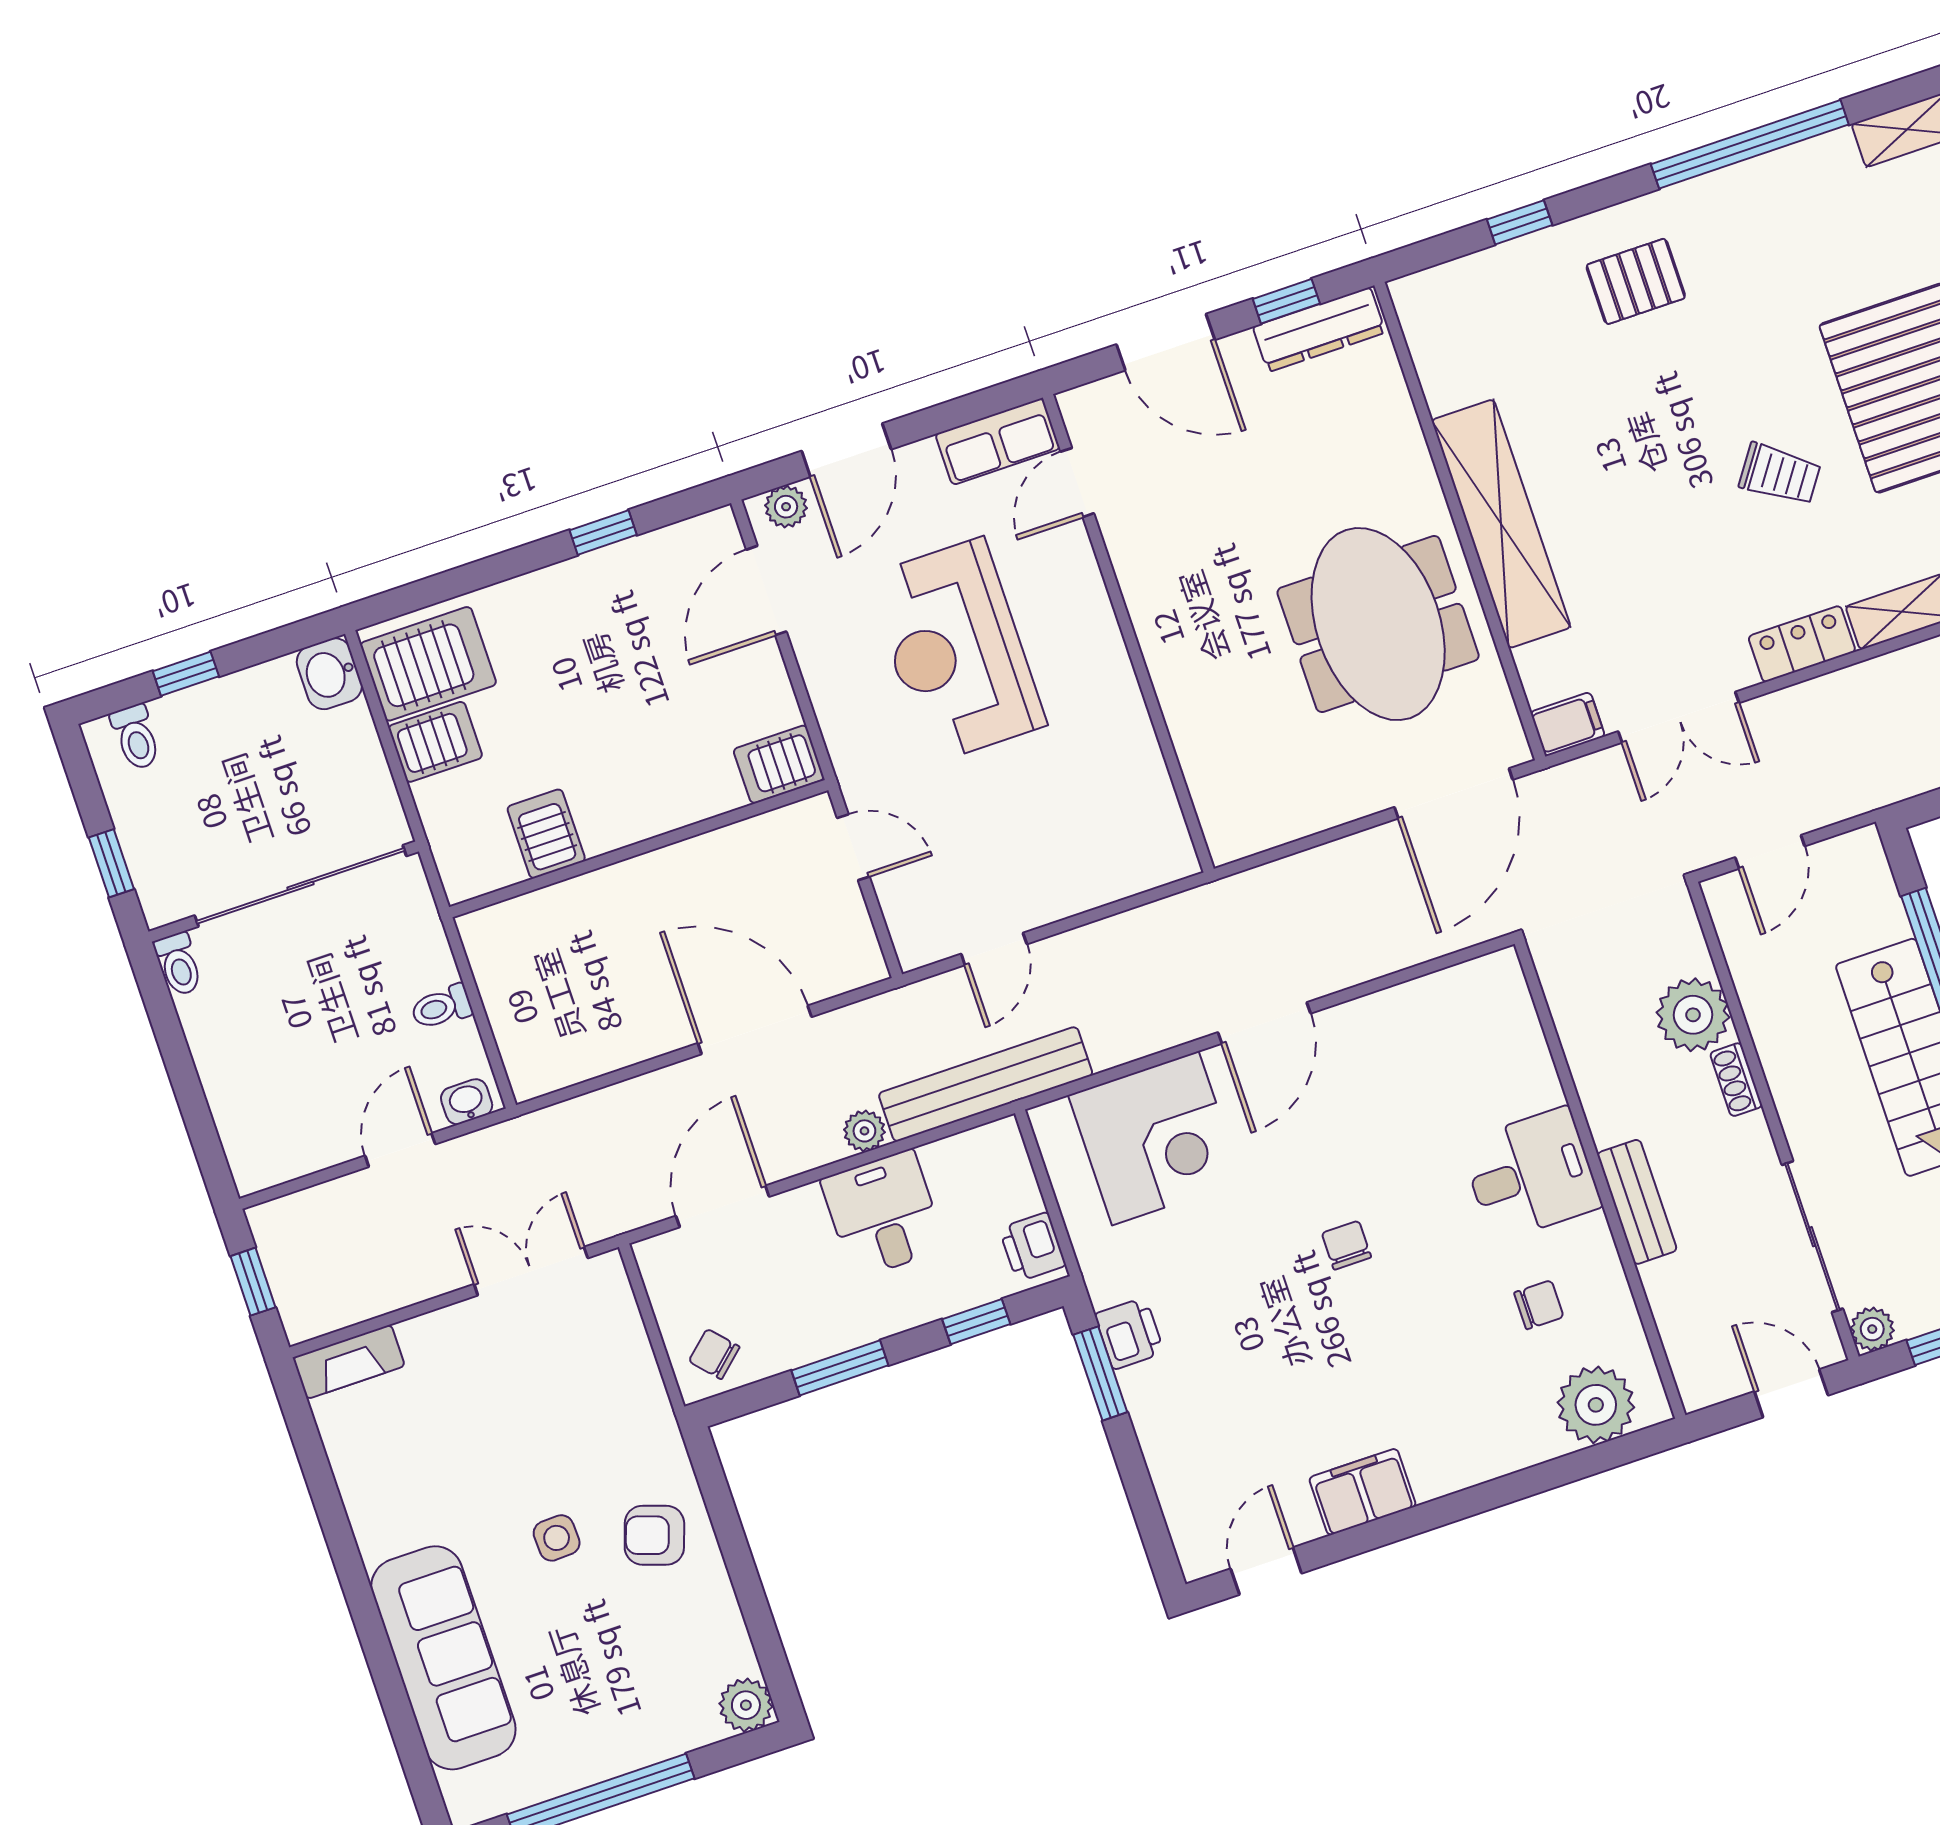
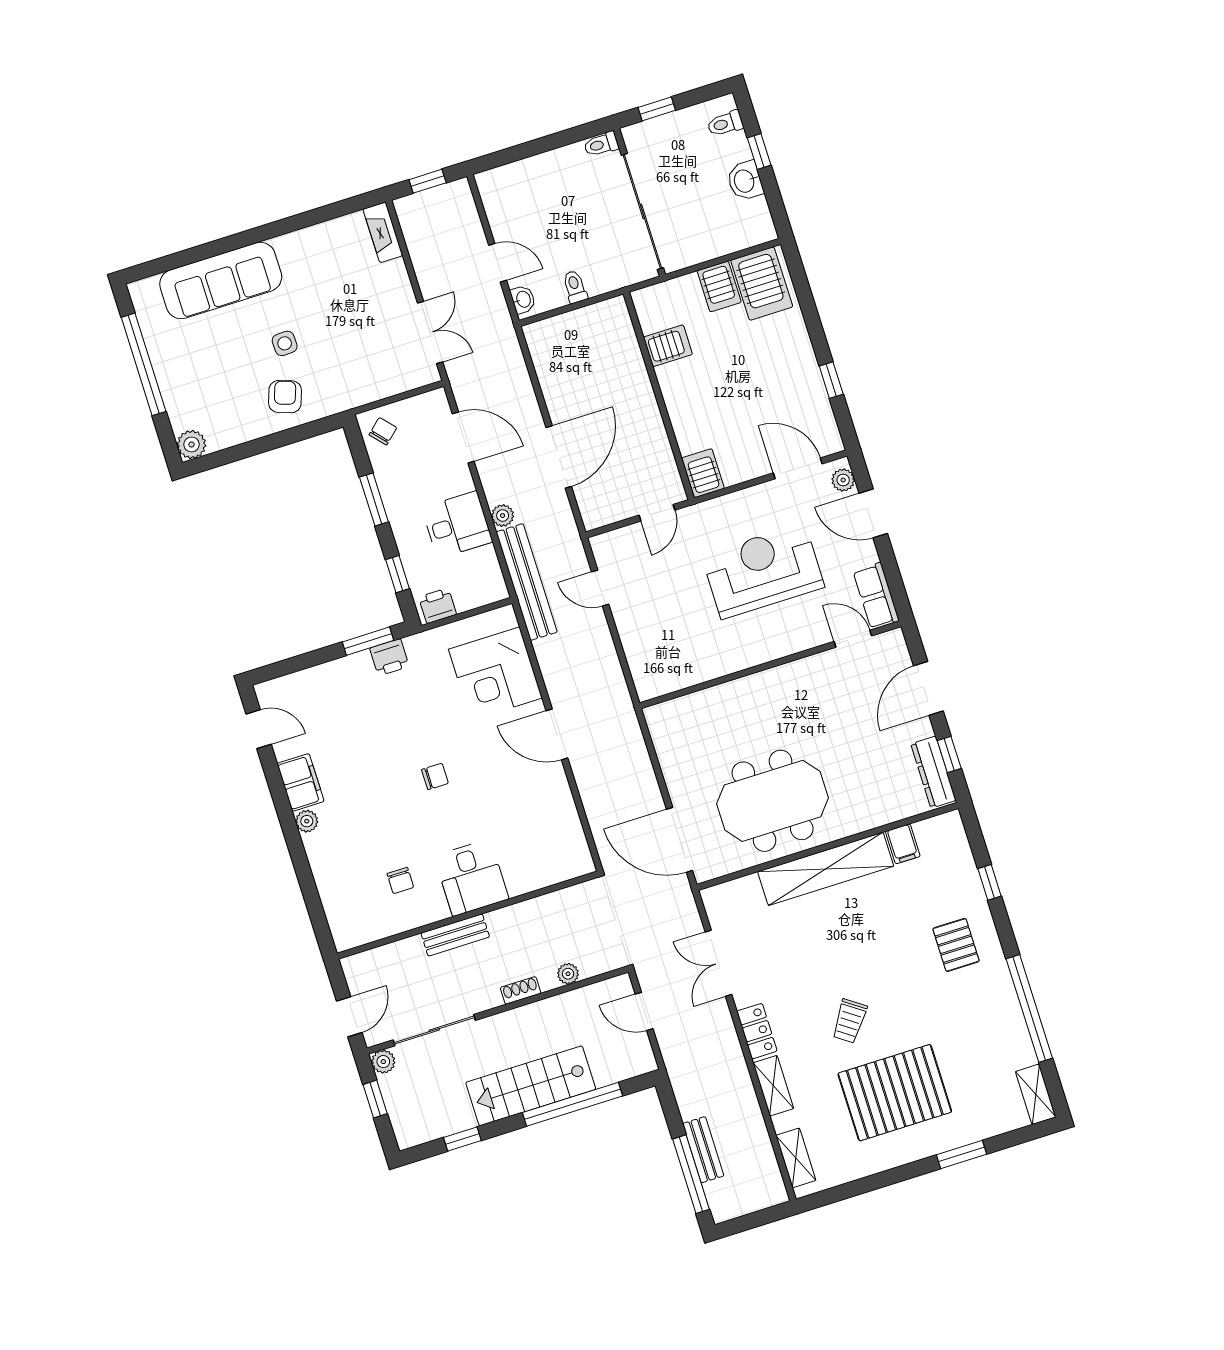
washbasin: (329, 674) -> (745, 181), moved, turned -90
filing cabinet: (1568, 724) -> (903, 844), moved
plant: (1693, 1015) -> (568, 974), width x0.53, depth x0.53
plant: (1596, 1405) -> (307, 821), moved, width x0.53, depth x0.53

